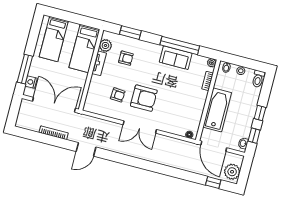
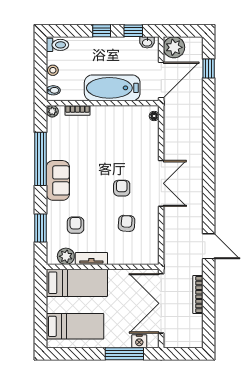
sofa: (176, 58) -> (58, 180), moved
armchair: (144, 98) -> (122, 188), width x0.53, depth x0.53
plant: (232, 172) -> (174, 47), moved

